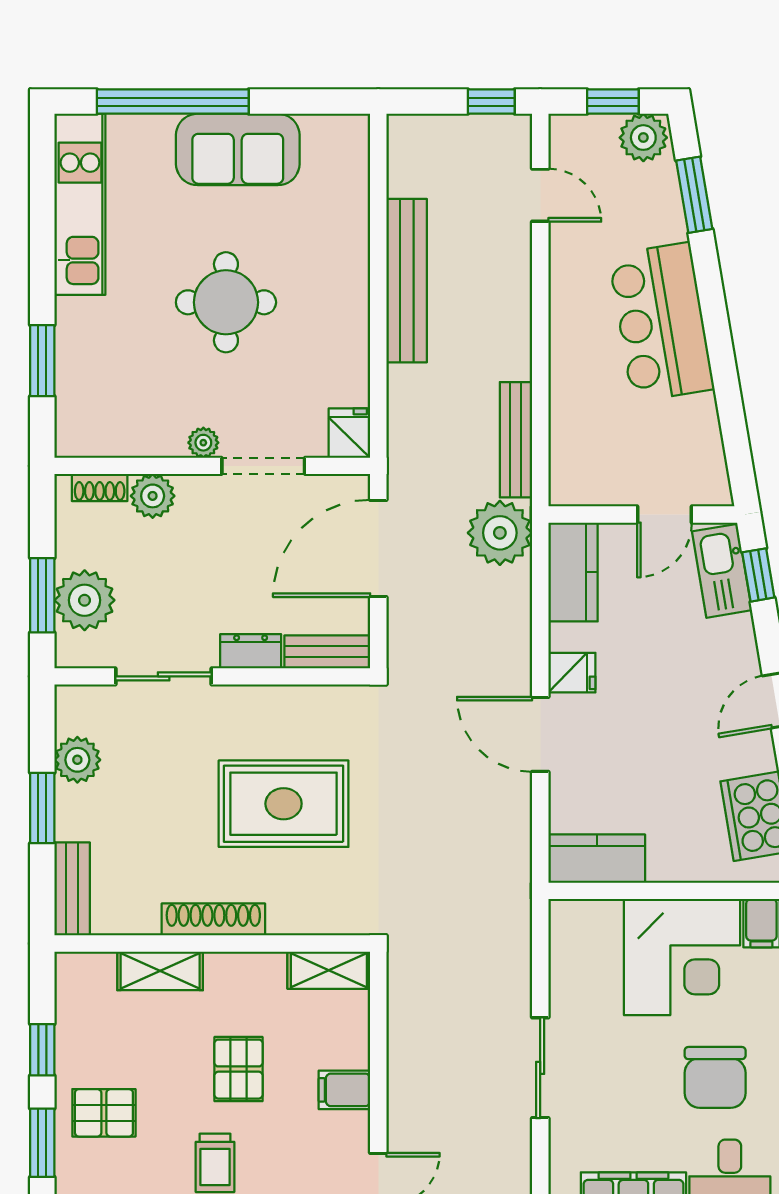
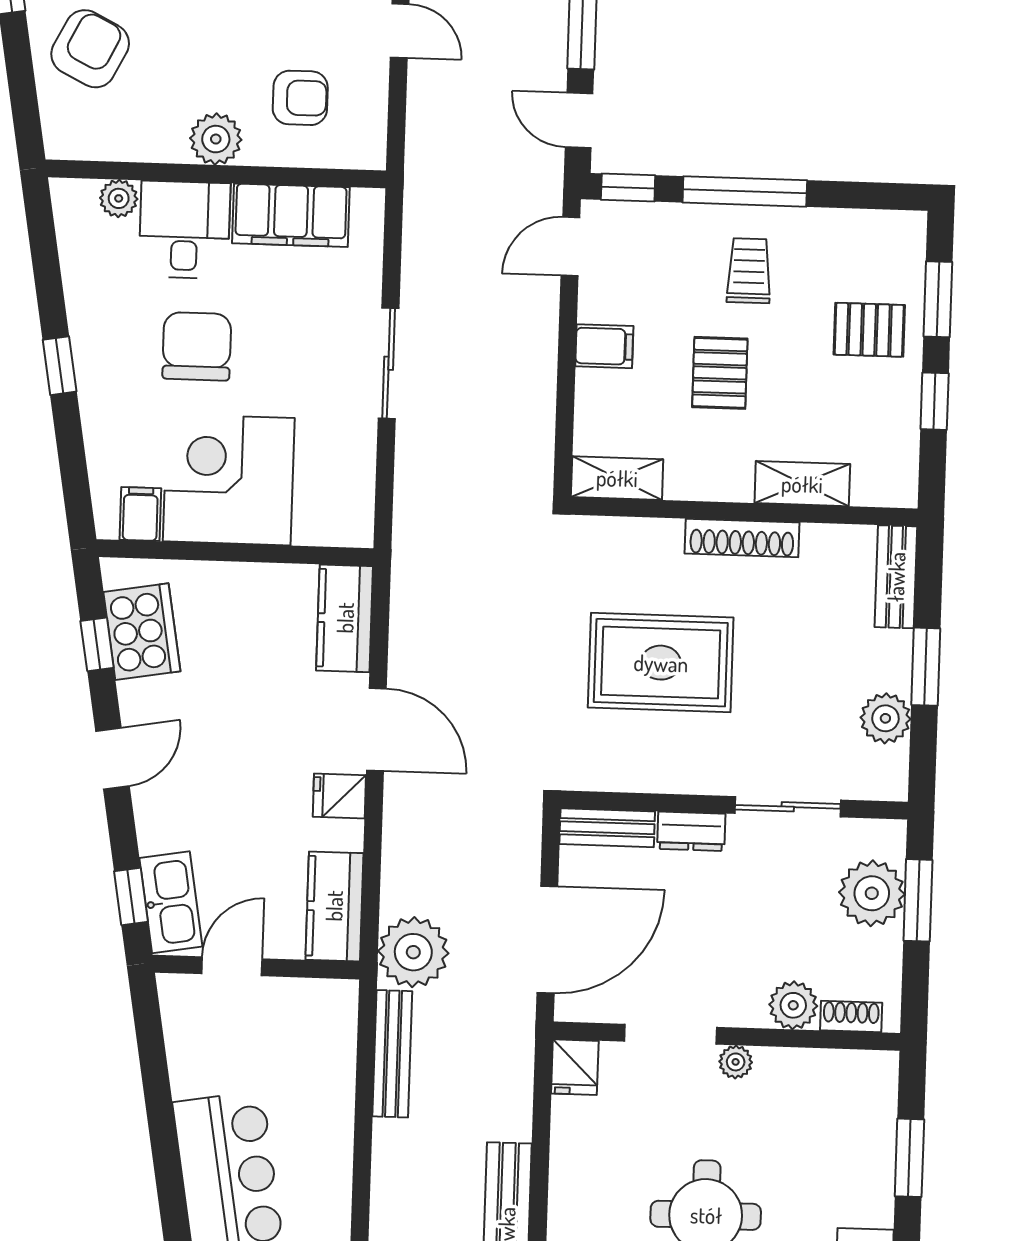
kitchen counter: (597, 859) -> (345, 618), moved, turned 90

